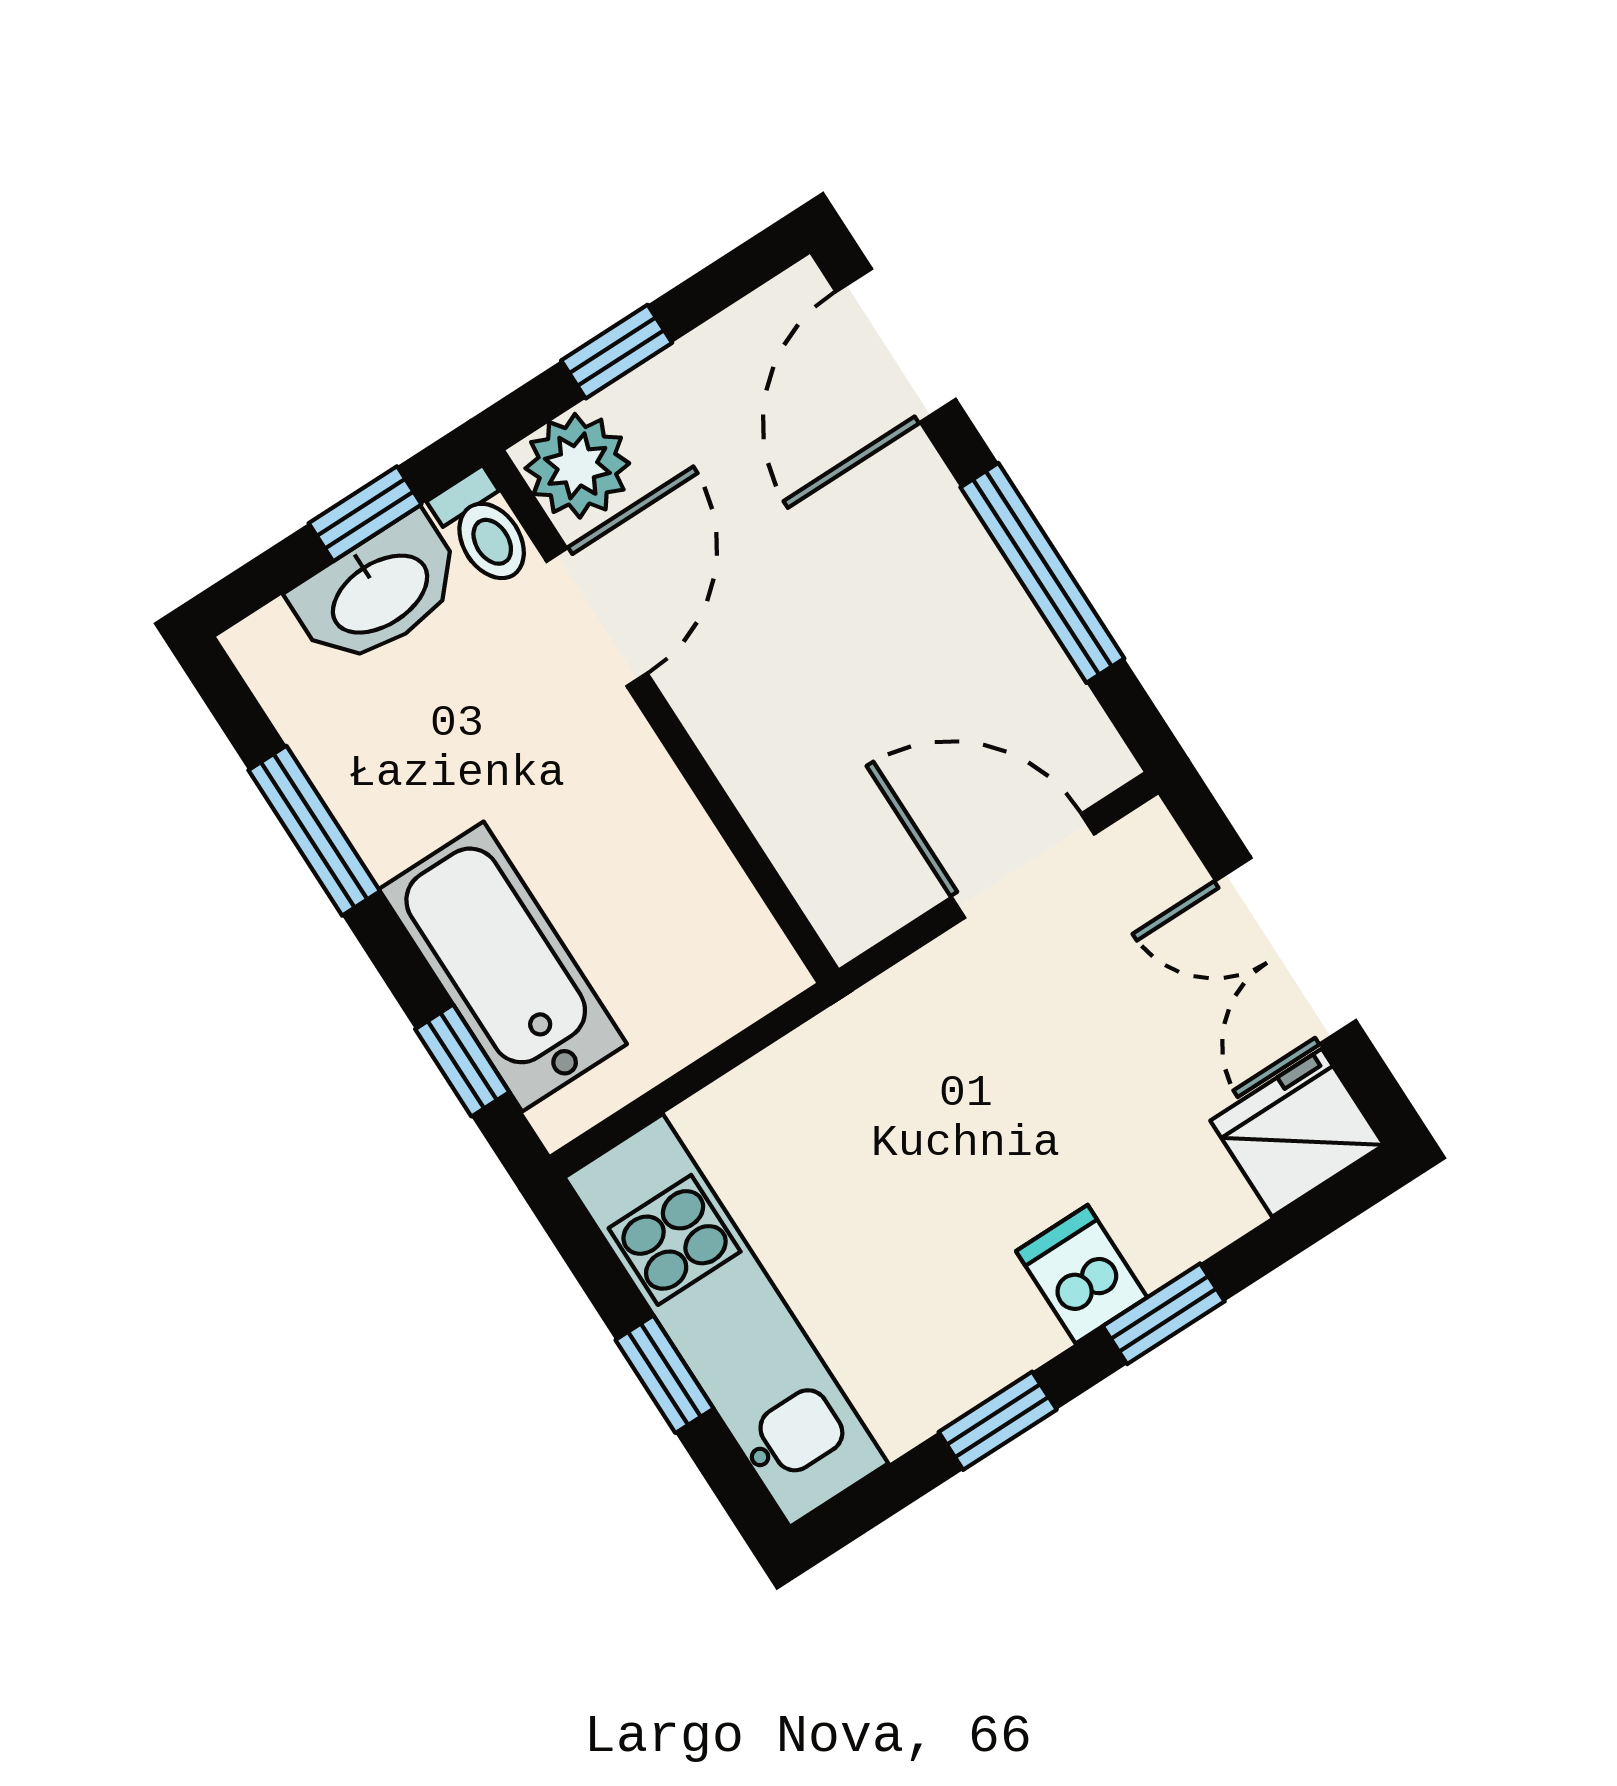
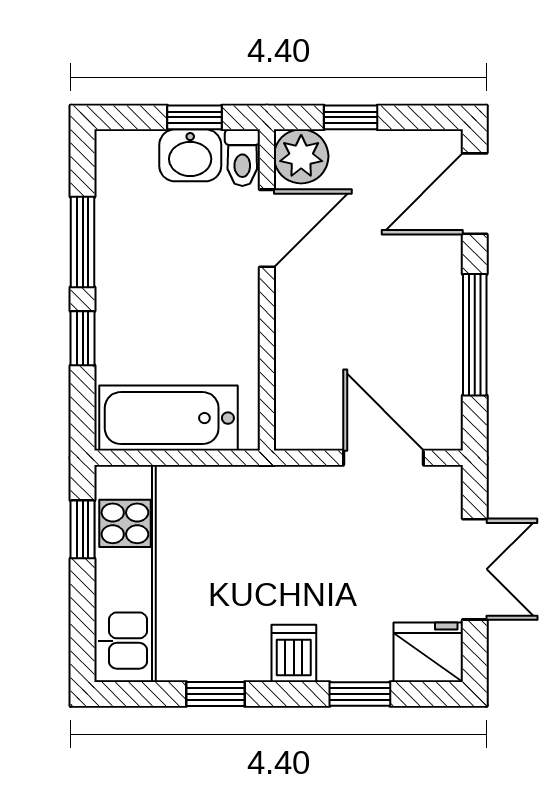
washbasin: (378, 592) -> (190, 155), width x0.72
double door: (1286, 951) -> (475, 569), swing flipped
bathtub: (503, 967) -> (169, 418), moved, turned -90
window: (462, 1061) -> (83, 338), moved
window: (1164, 1314) -> (360, 694), moved
window: (664, 1374) -> (83, 529), moved

